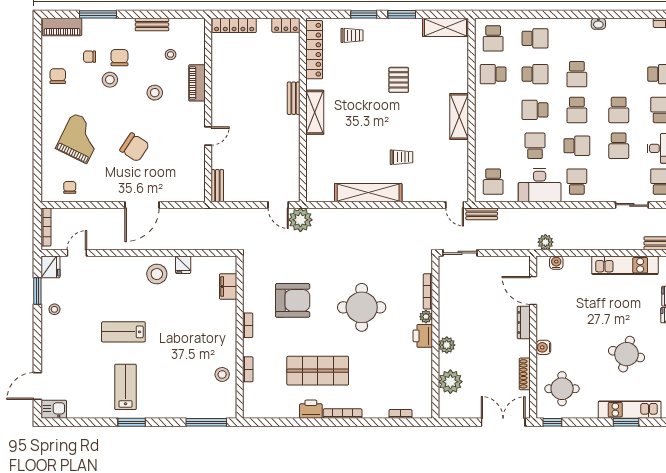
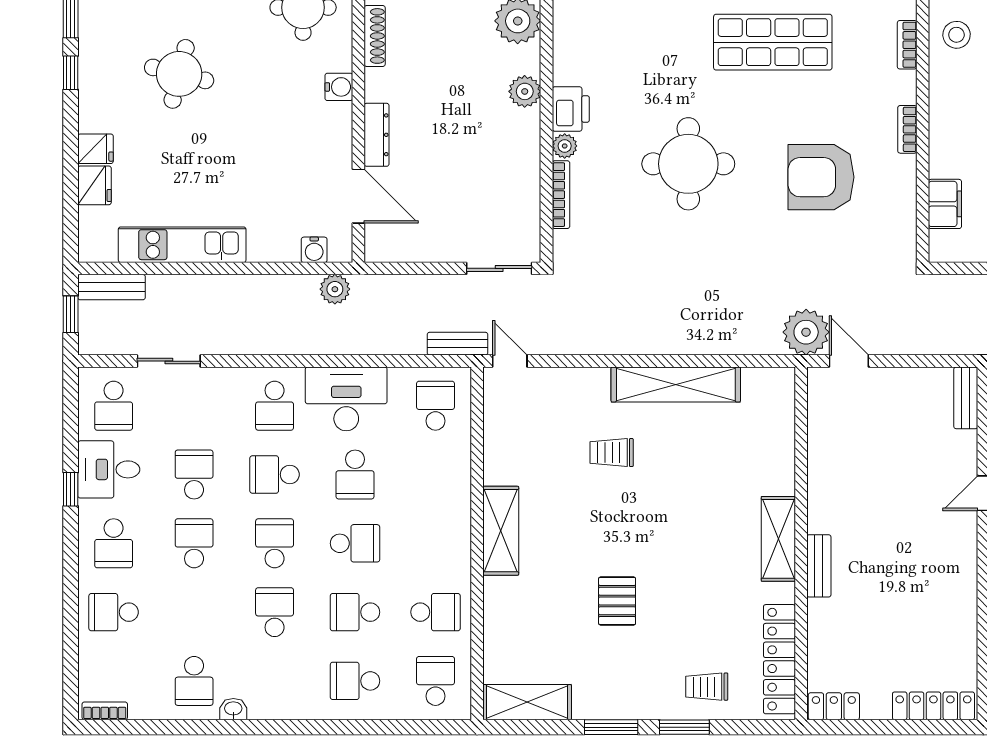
school desk: (619, 38) -> (194, 681), added

